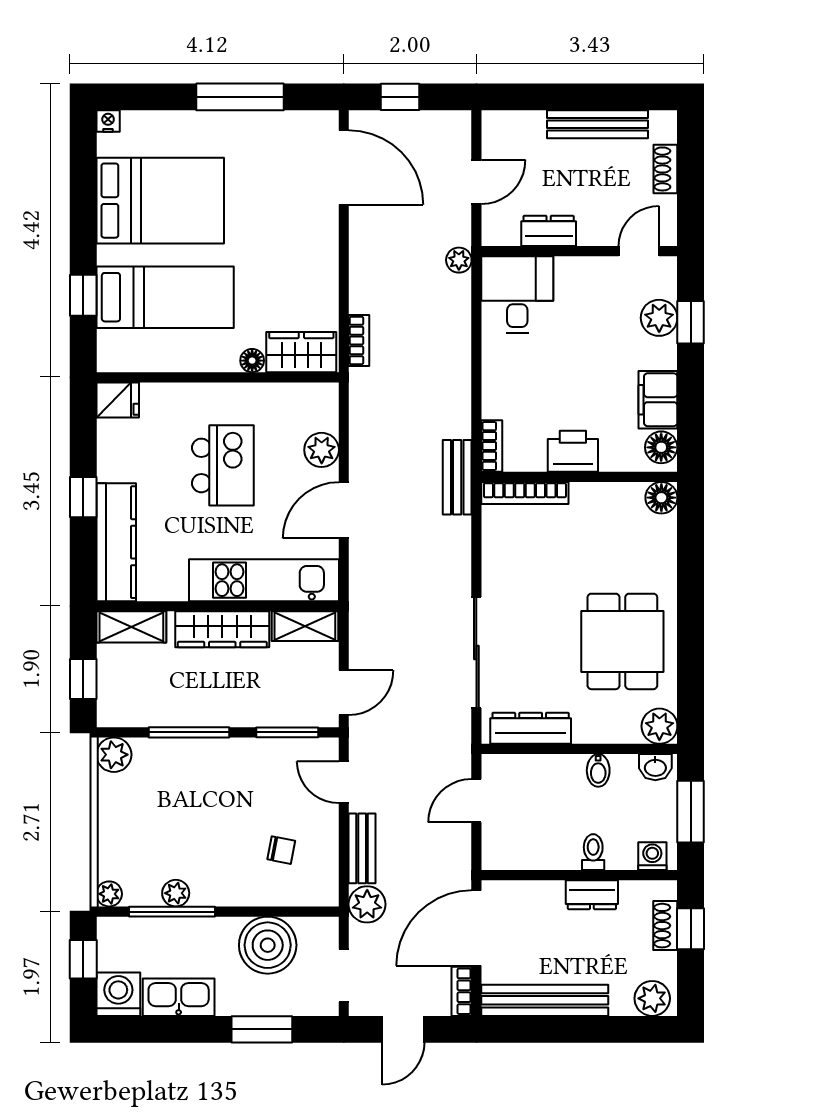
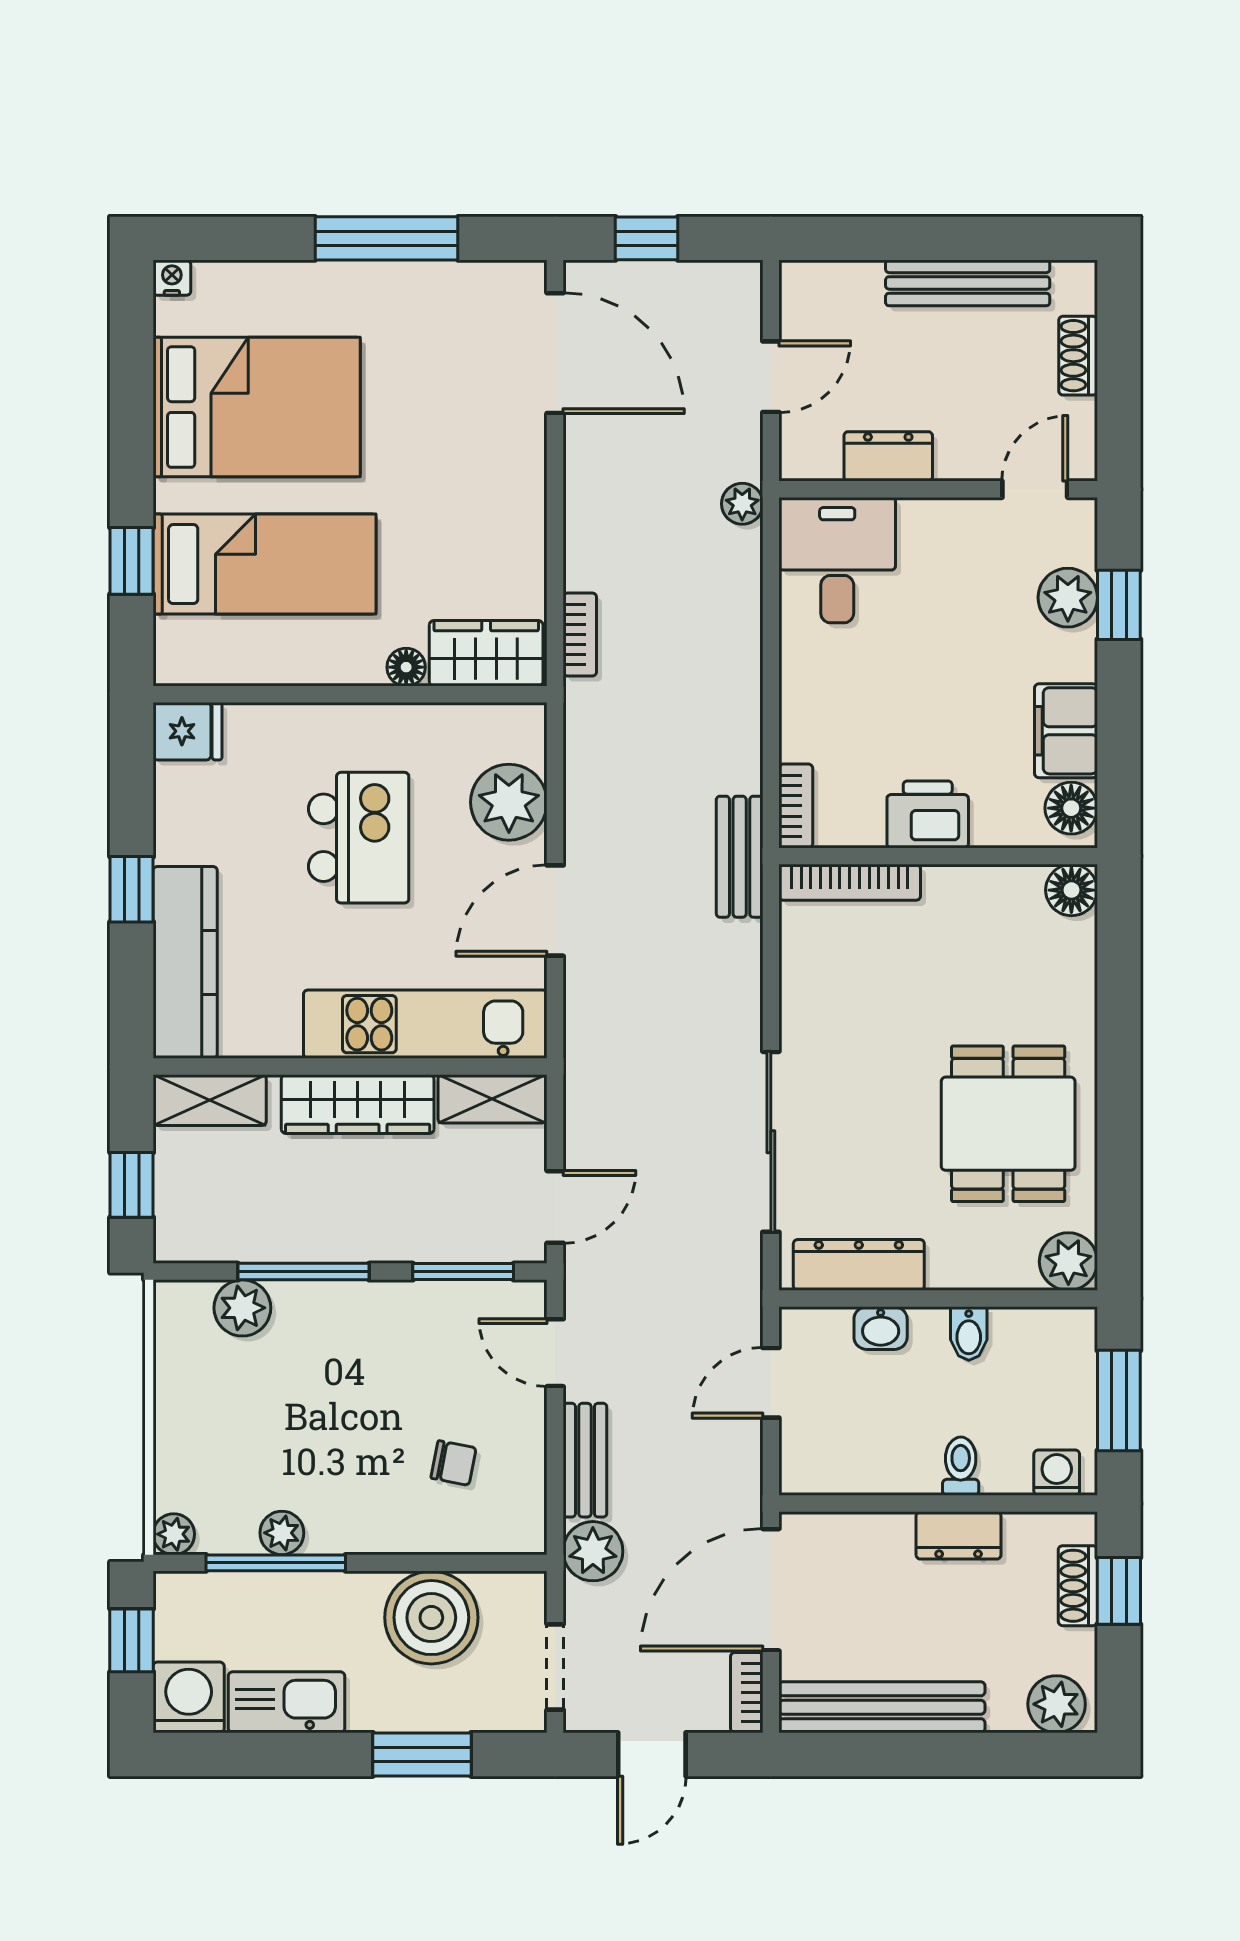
plant: (322, 450) -> (509, 802), width x1.36, depth x1.36
plant: (114, 755) -> (242, 1308), moved
washbasin: (655, 767) -> (881, 1328), moved

